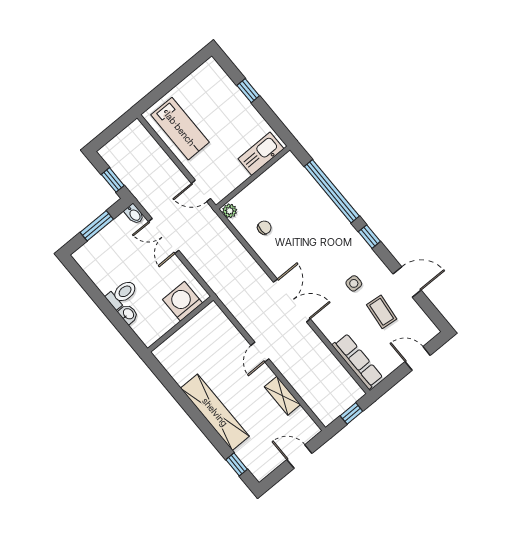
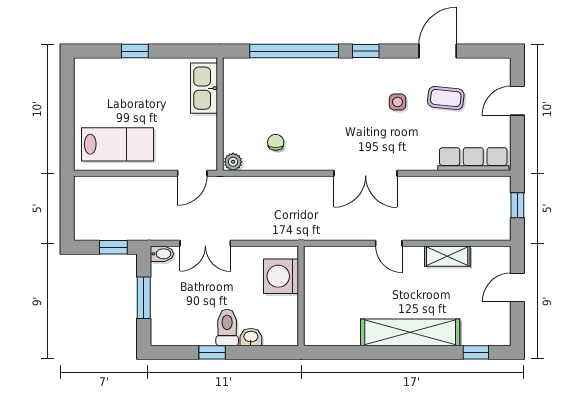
window: (98, 298) -> (212, 352), added
double door: (292, 301) -> (366, 173), swing flipped

